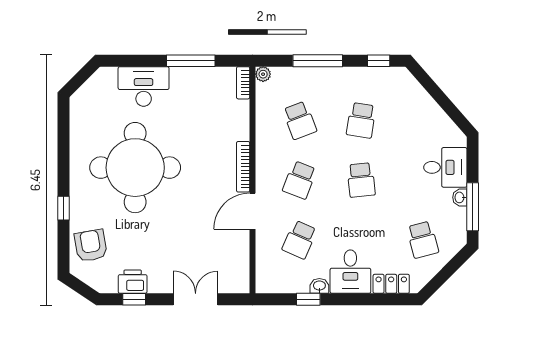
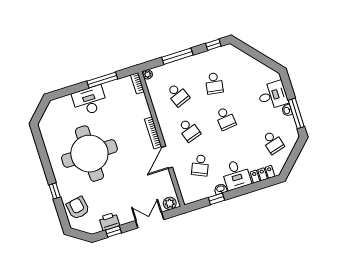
desk: (144, 86) -> (90, 101), moved
school desk: (300, 180) -> (189, 130), turned -39
plant: (234, 283) -> (170, 203), added

